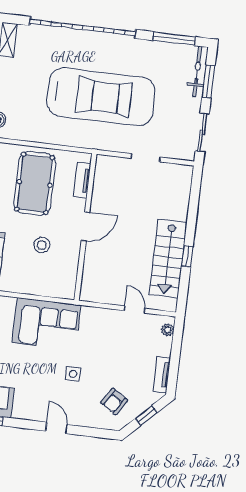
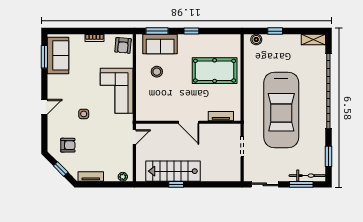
window: (174, 39) -> (328, 156), width x0.69
tv unit: (82, 180) -> (221, 116), moved
door: (85, 226) -> (189, 122), moved
wall: (85, 227) -> (188, 122), moved
stool: (42, 245) -> (157, 72), moved
door: (134, 309) -> (134, 137), moved
armchair: (114, 401) -> (68, 145), turned 147

